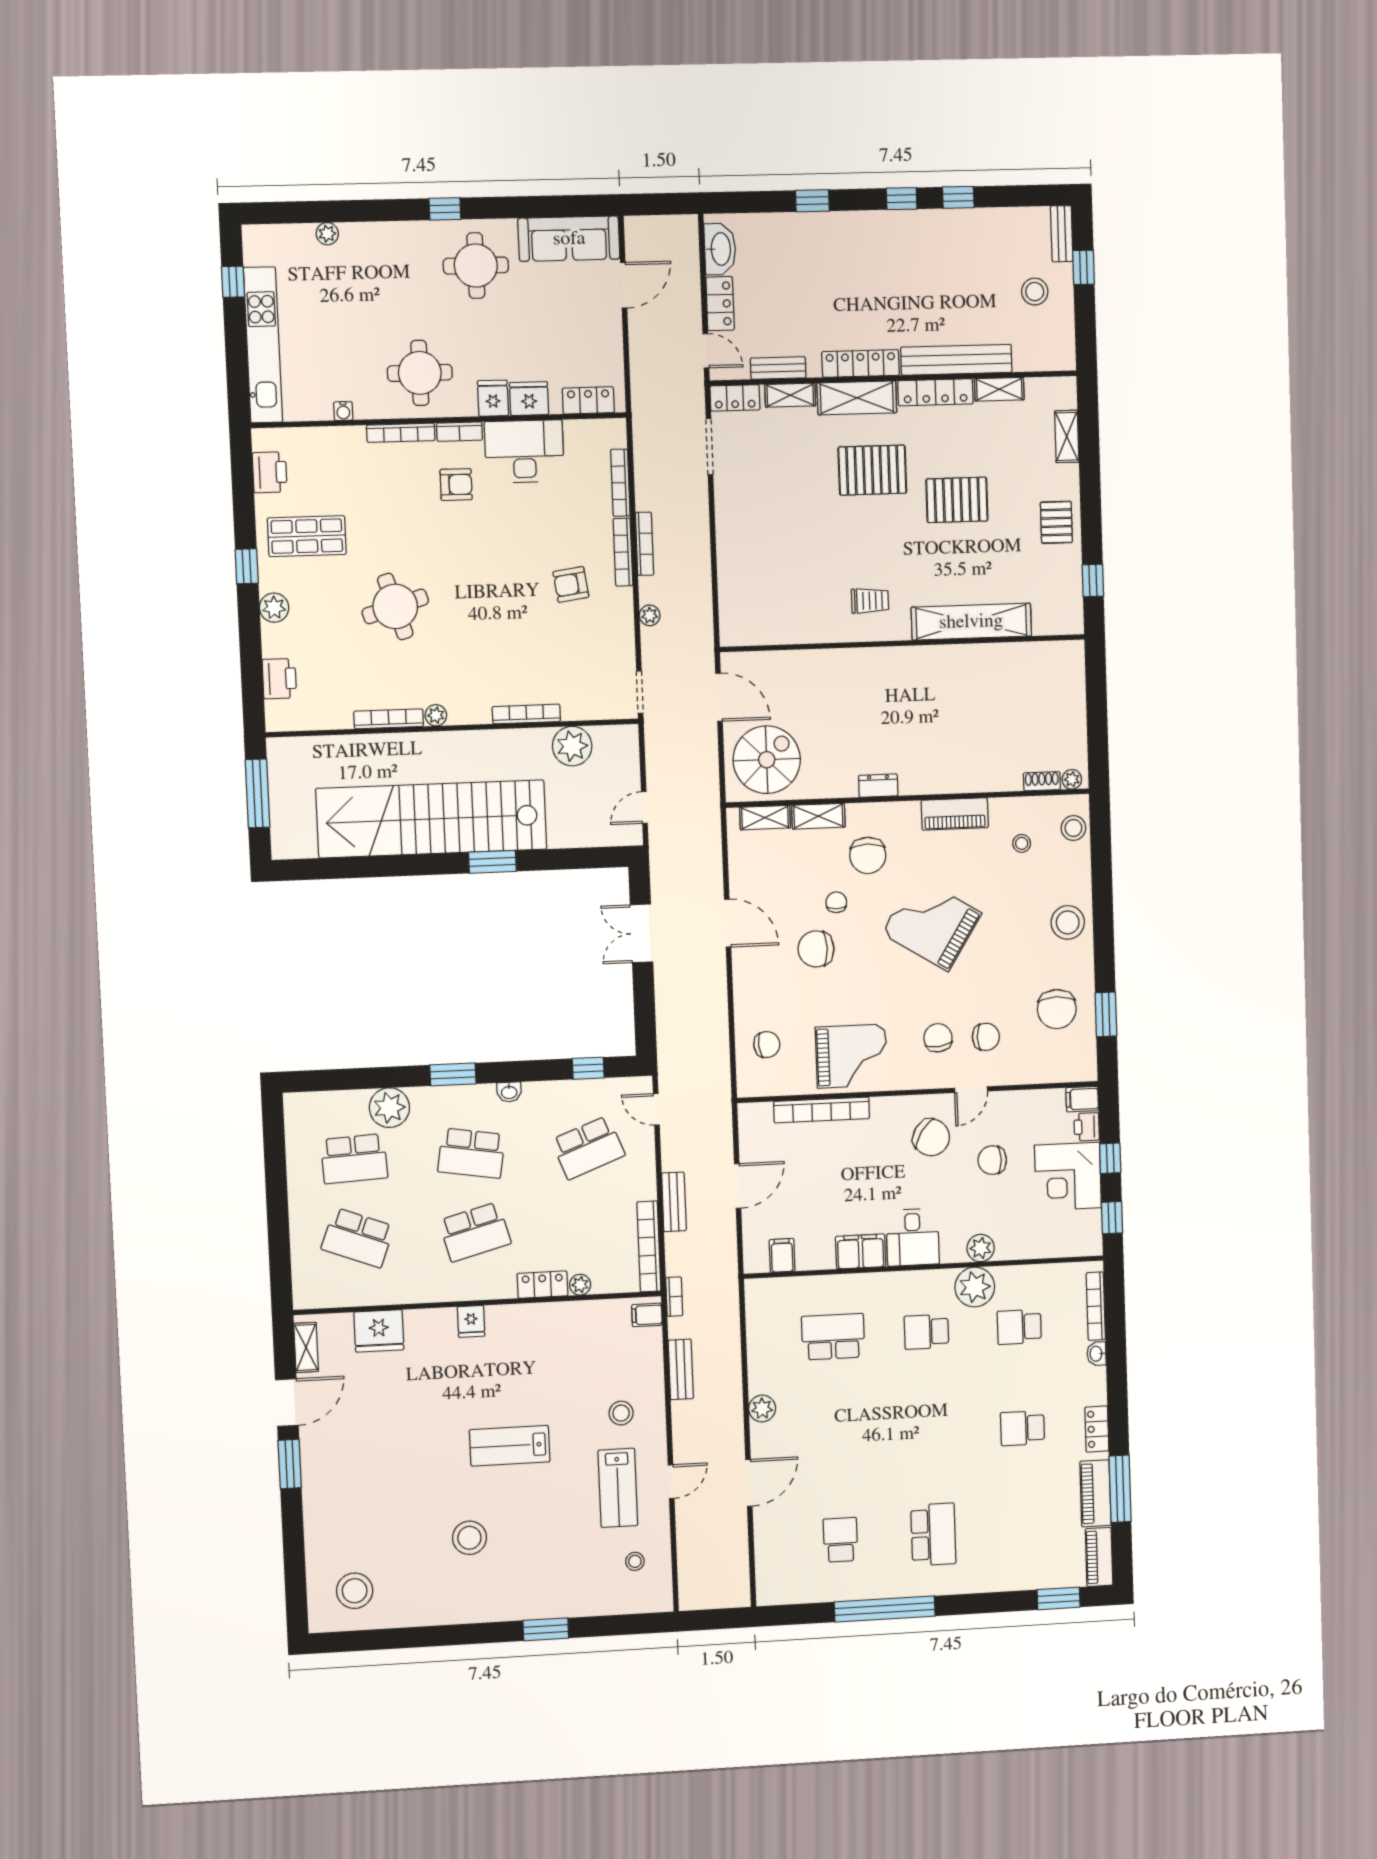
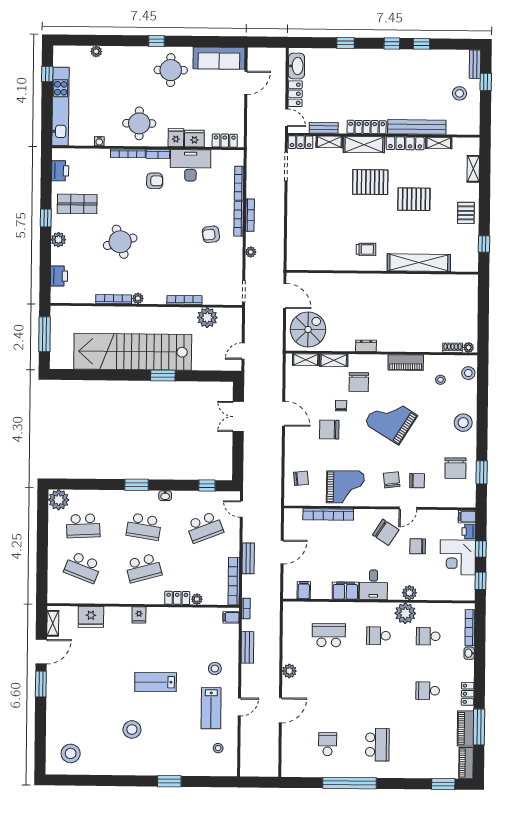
plant: (389, 1108) -> (59, 500), moved

